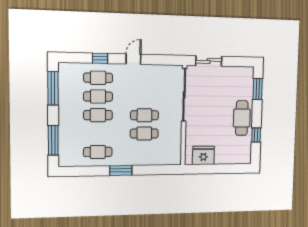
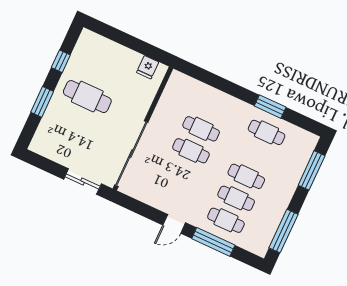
window: (100, 58) -> (213, 242), width x2.17
window: (258, 89) -> (42, 102), moved
cafe table: (242, 118) -> (87, 97), moved, turned 90
fridge: (203, 155) -> (148, 67), width x0.53, depth x0.75
window: (121, 170) -> (270, 107), moved

